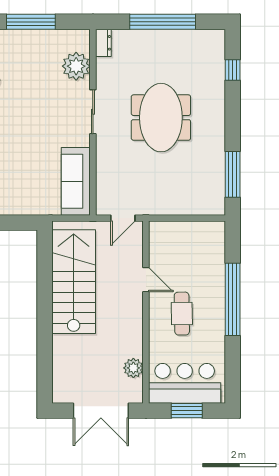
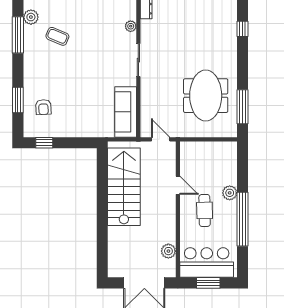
plant: (76, 66) -> (131, 26), width x0.53, depth x0.53
meeting table: (161, 118) -> (206, 96), moved
door: (123, 218) -> (161, 139), swing flipped
plant: (215, 290) -> (230, 193), added
window: (233, 299) -> (242, 219), moved

